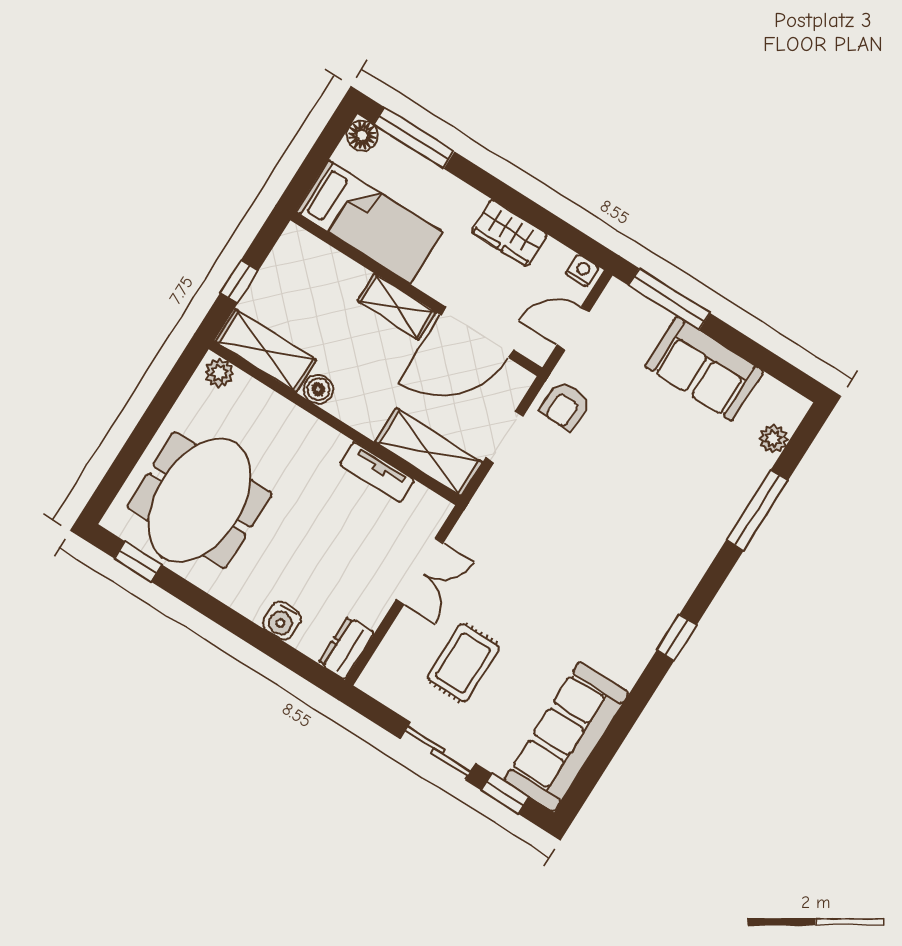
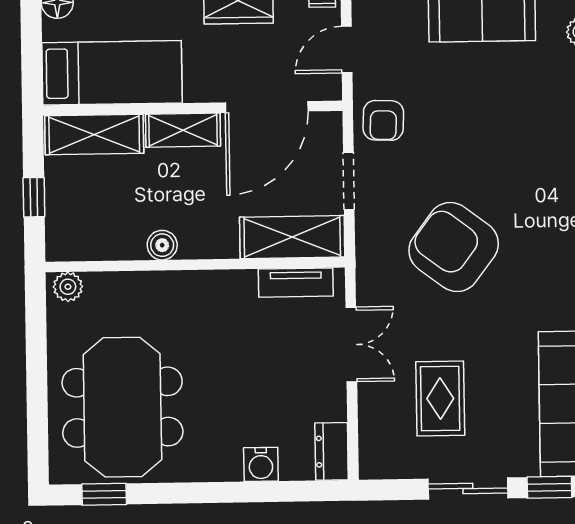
shelving: (266, 351) -> (94, 134), moved
tv unit: (377, 472) -> (296, 283), moved
armchair: (555, 546) -> (454, 247), added

